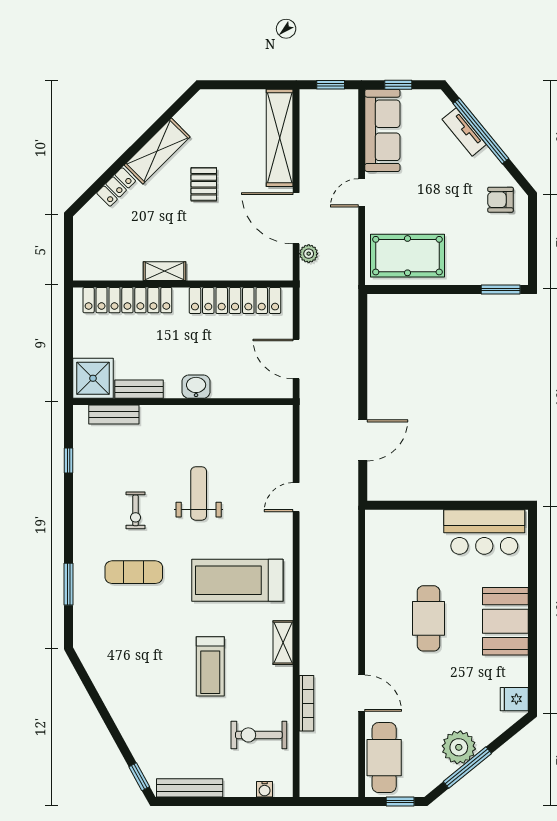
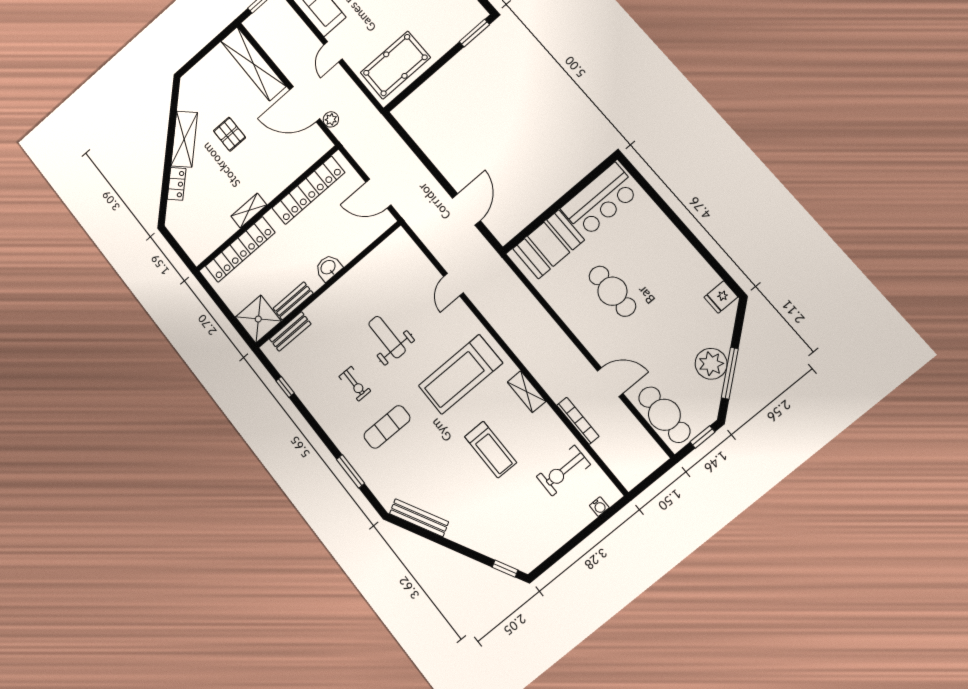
booth: (505, 621) -> (549, 244), moved, turned 90
bench: (190, 788) -> (419, 518), moved, turned 61

